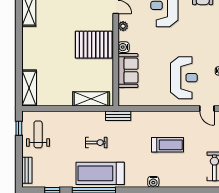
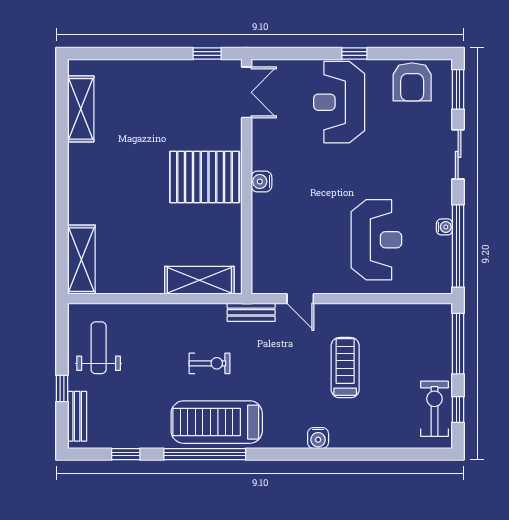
plant: (123, 26) -> (260, 142), removed
sofa: (128, 71) -> (270, 226), removed
door: (207, 109) -> (300, 299), moved
window: (19, 128) -> (62, 388), moved
treadmill: (167, 145) -> (345, 368), turned -90

